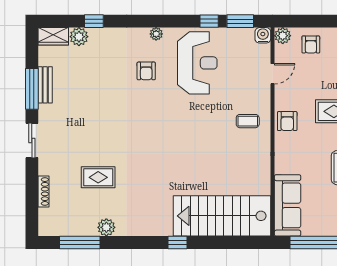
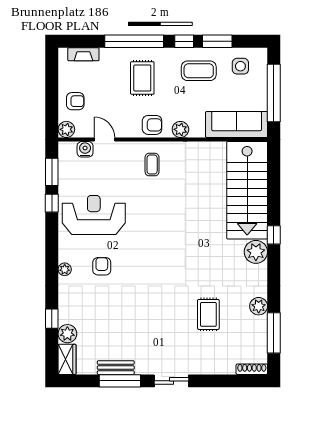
plant: (156, 34) -> (65, 269), moved
water cooler: (263, 35) -> (85, 149), moved, turned 90
armchair: (146, 71) -> (102, 266), turned -90
plant: (283, 149) -> (180, 129), added
shoe rack: (44, 192) -> (252, 369), moved
plant: (161, 225) -> (256, 252), added

